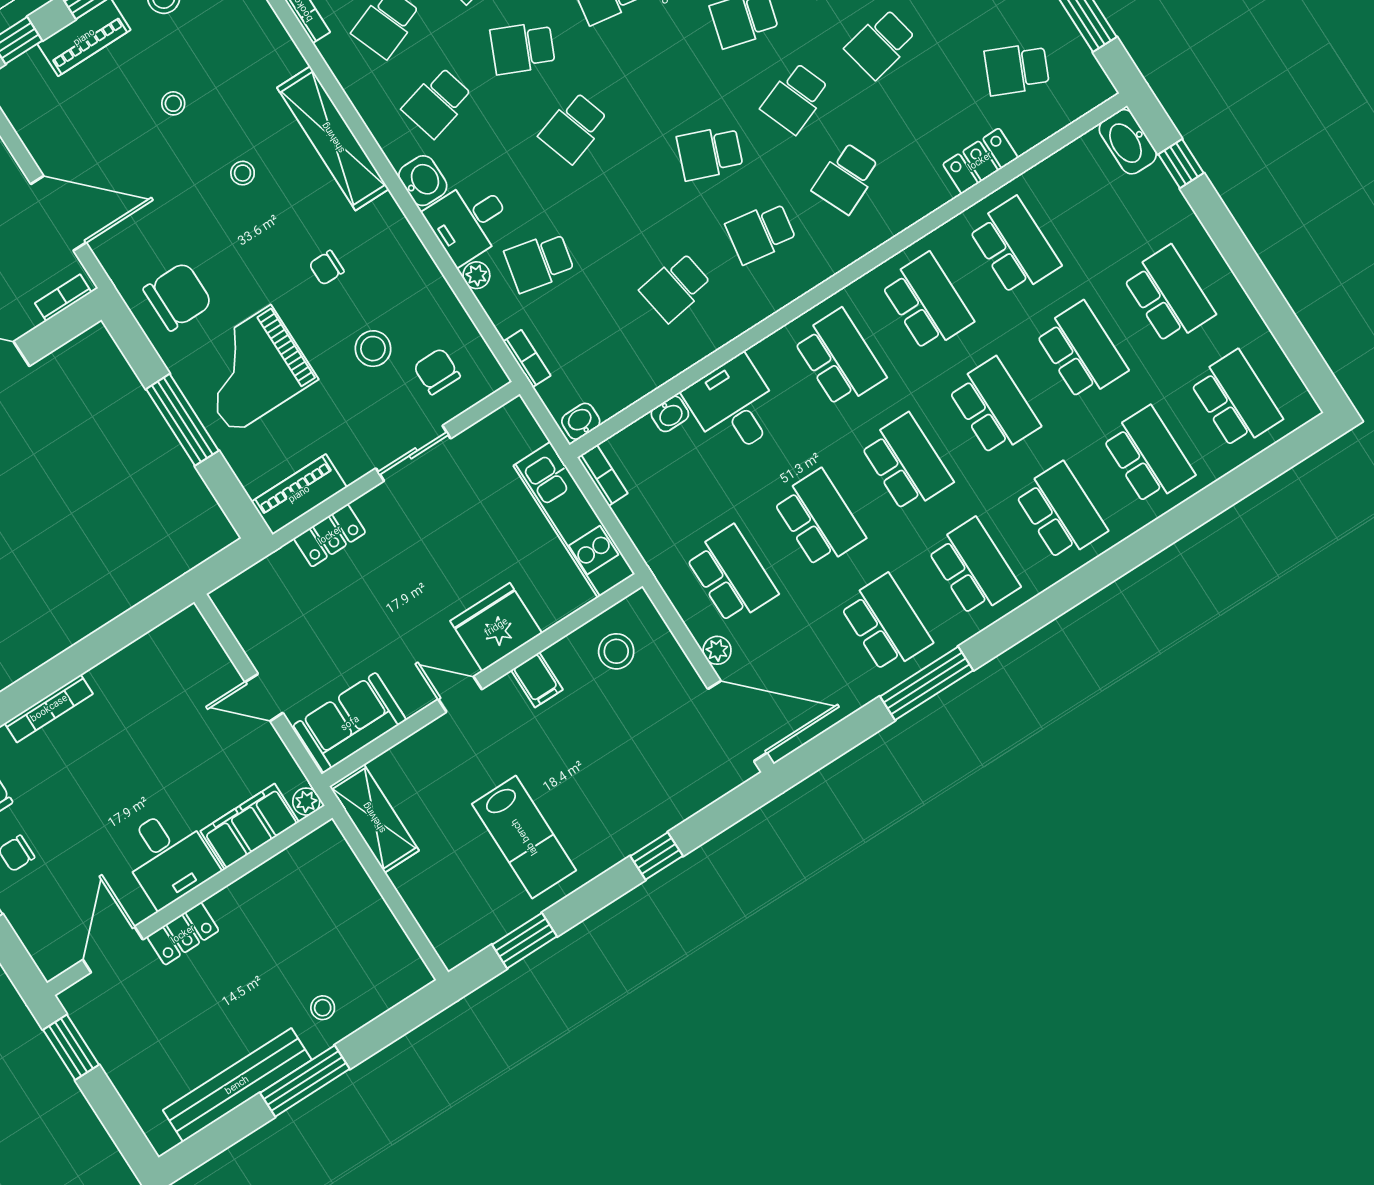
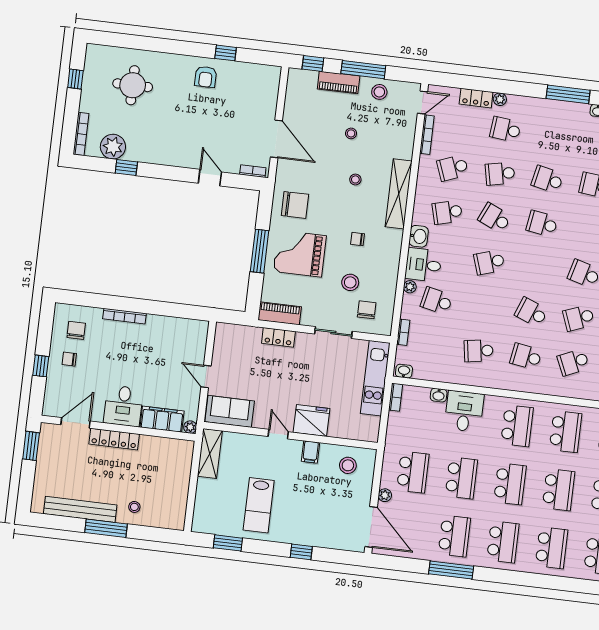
kitchen unit: (574, 520) -> (375, 378), moved
locker: (183, 934) -> (114, 439), width x1.53

